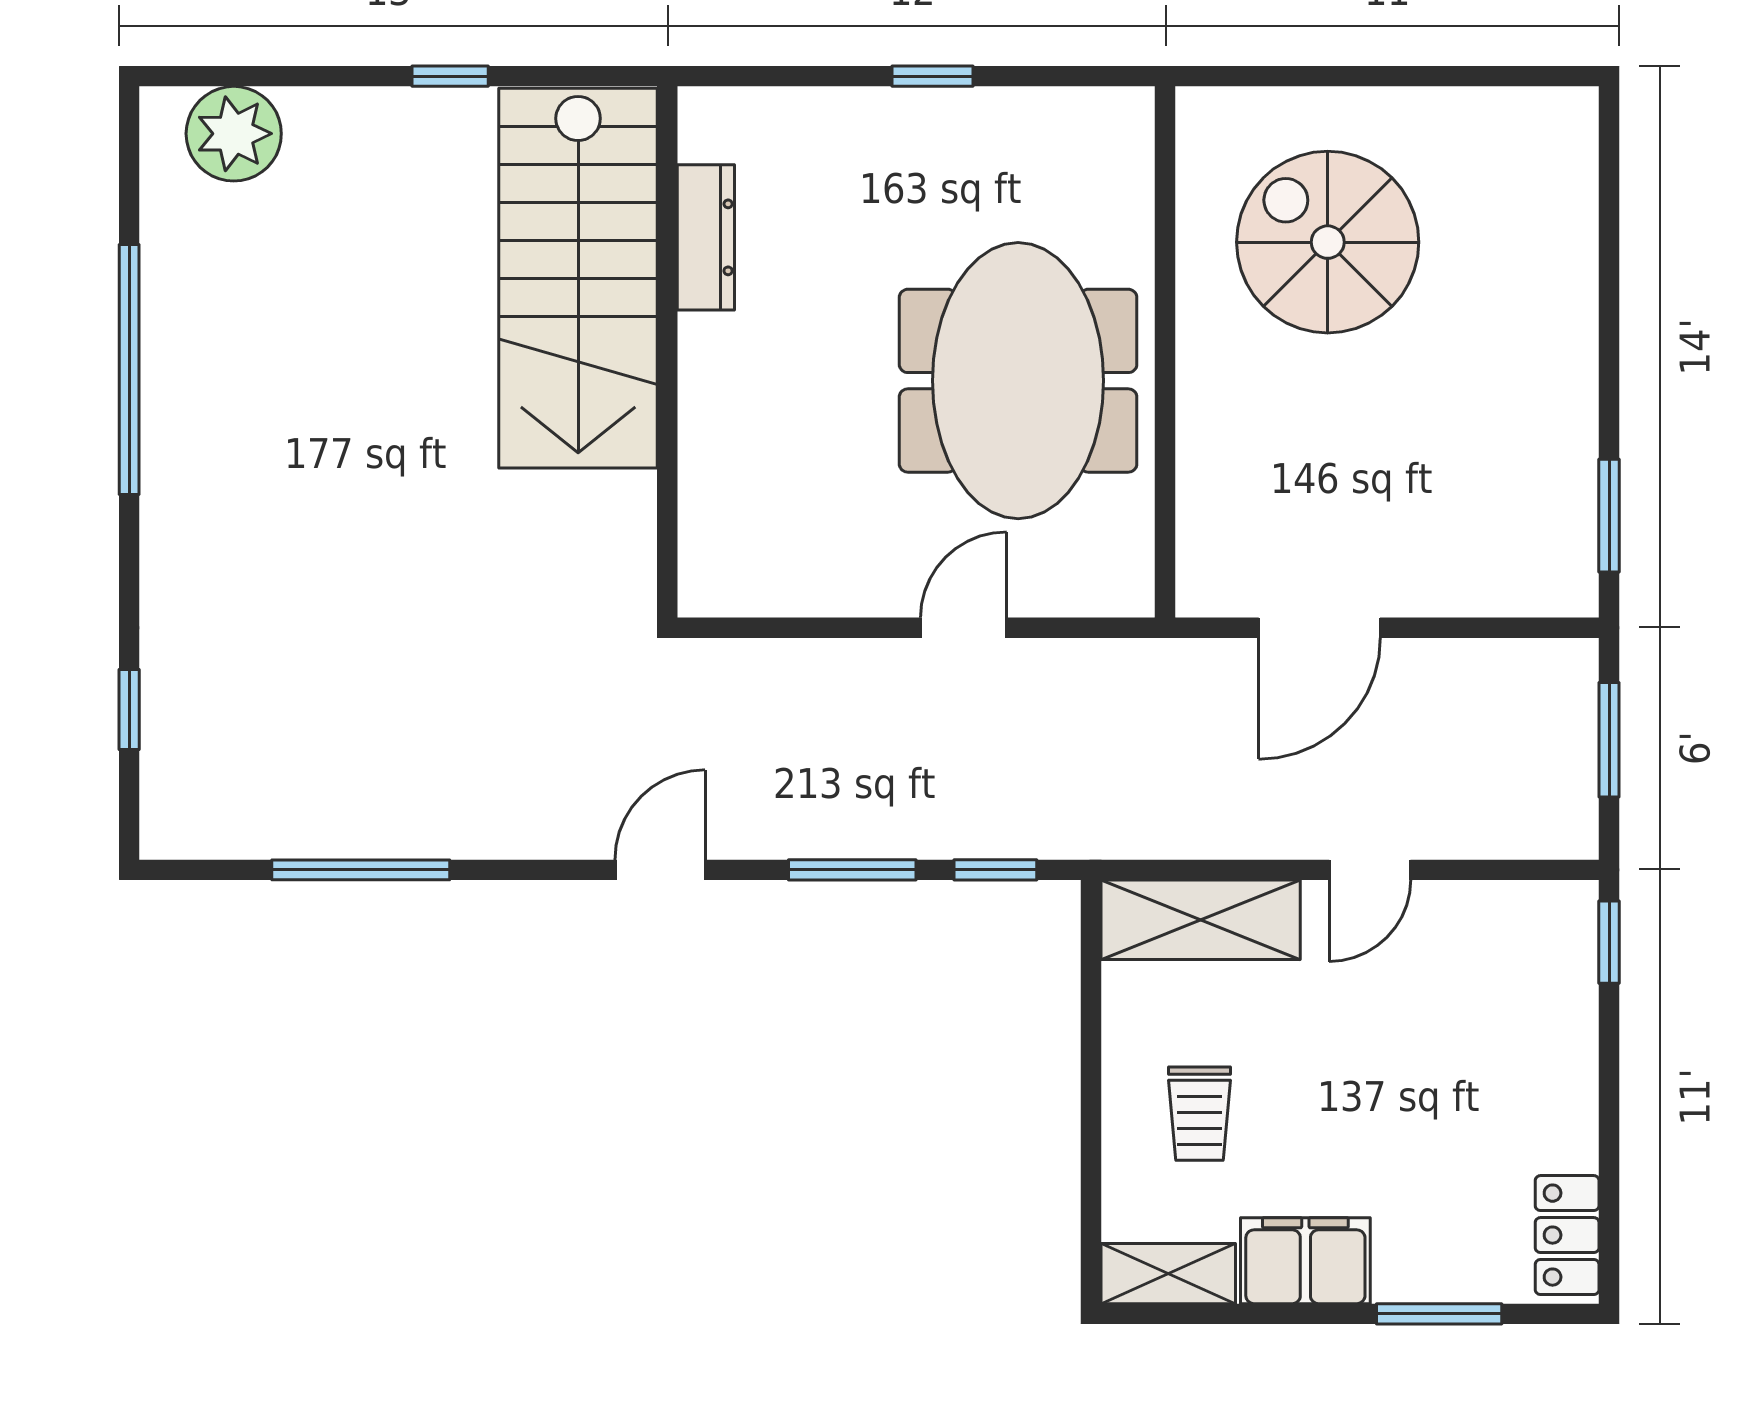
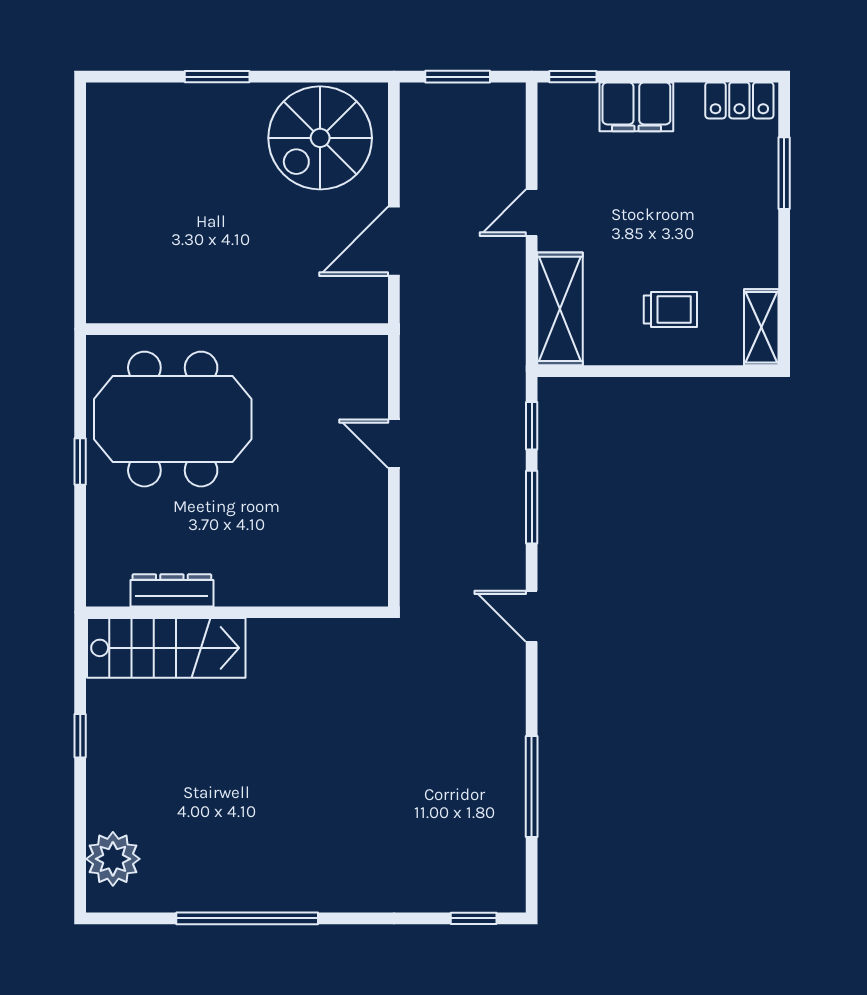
spiral stairs: (1328, 242) -> (320, 138), moved
stairs: (578, 278) -> (166, 648), width x0.73, depth x0.66
meeting table: (1018, 381) -> (173, 419), moved
window: (1609, 516) -> (217, 77), moved
door: (1319, 628) -> (394, 241), swing flipped
window: (129, 710) -> (474, 918), moved
door: (1370, 870) -> (532, 213), swing flipped
filing cabinet: (1305, 1261) -> (636, 107), moved, turned -90

